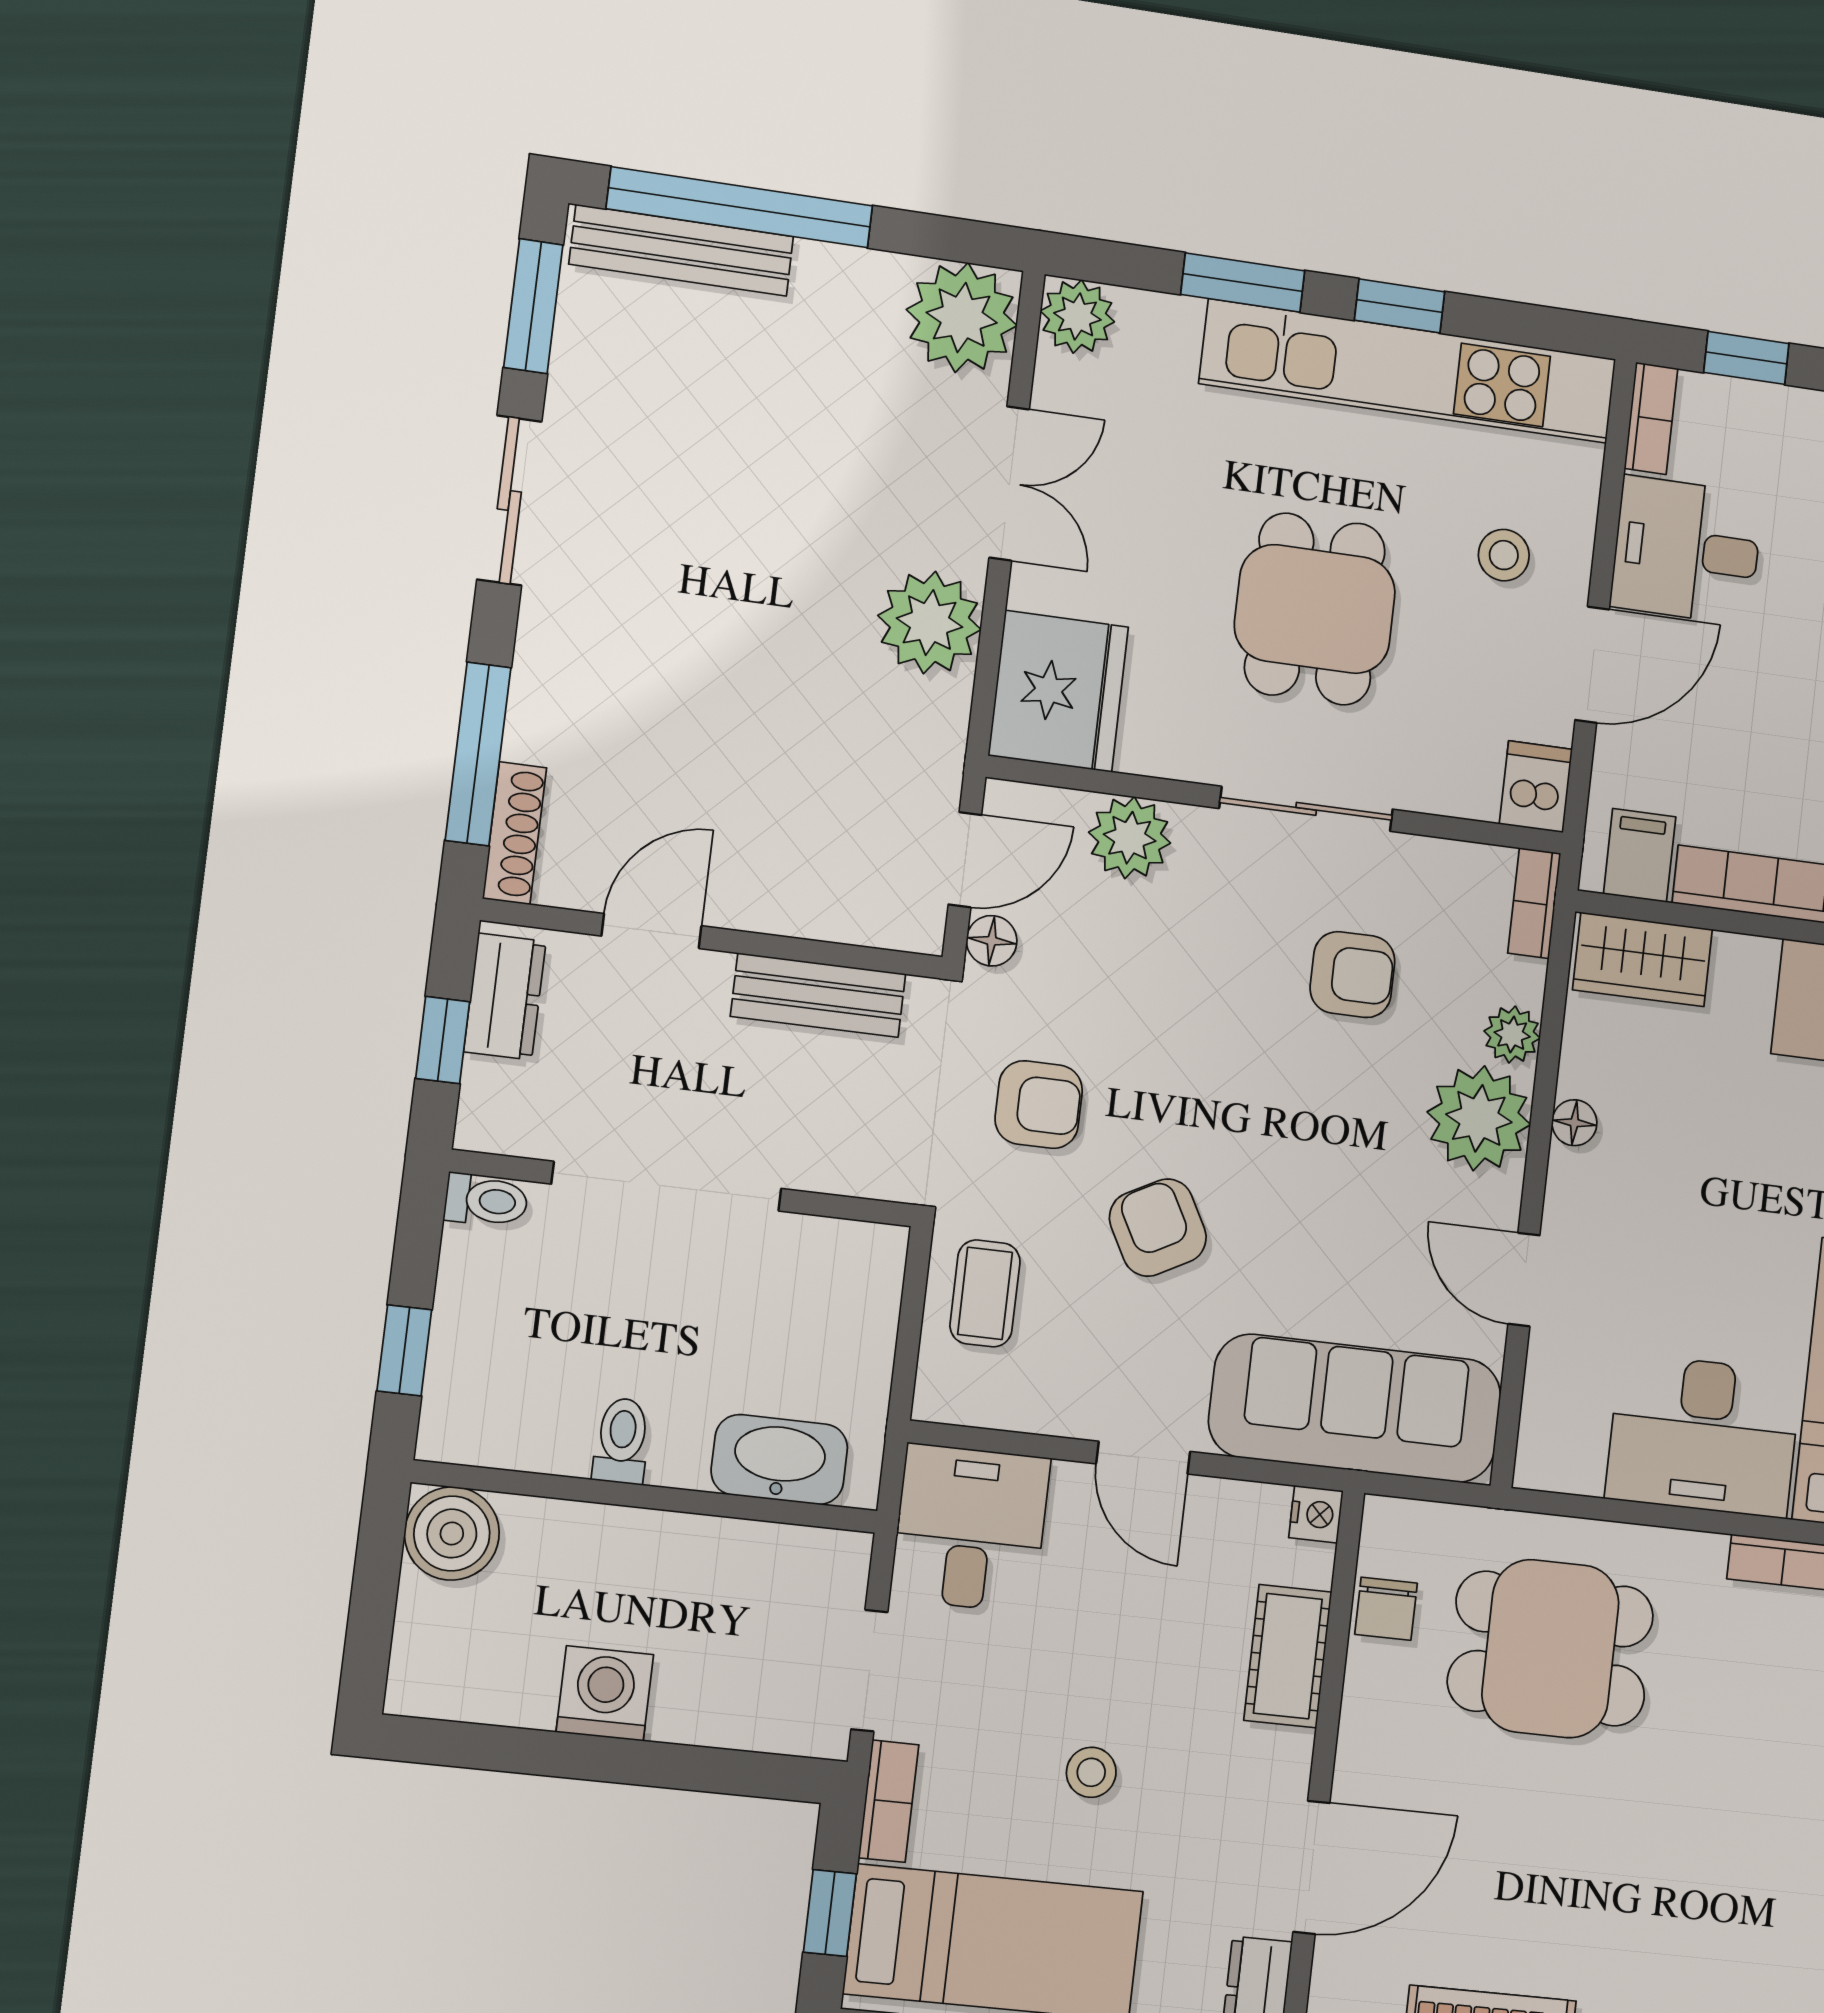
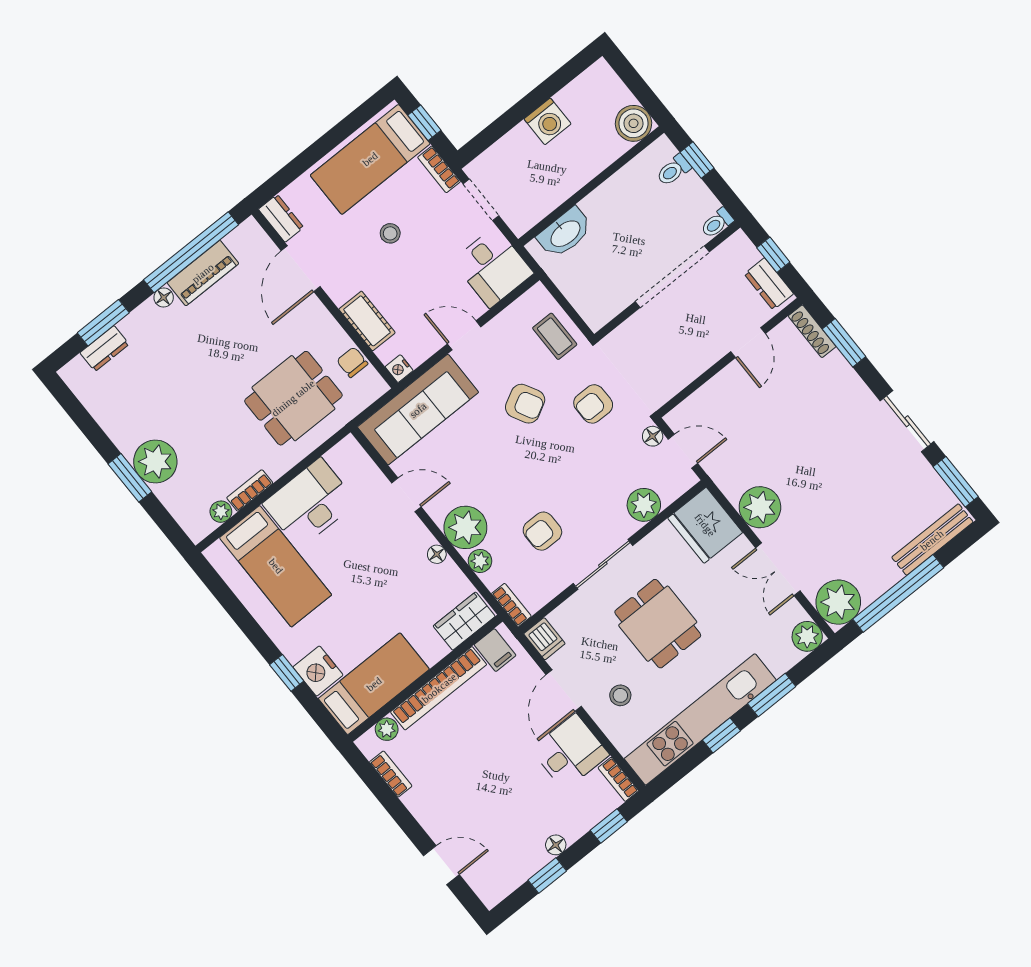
window: (740, 207) -> (898, 593), moved
window: (478, 754) -> (844, 343), width x0.69
door: (965, 860) -> (683, 451), swing flipped
bench: (818, 995) -> (685, 372), removed
toilet: (622, 1441) -> (673, 170), moved, turned 90

